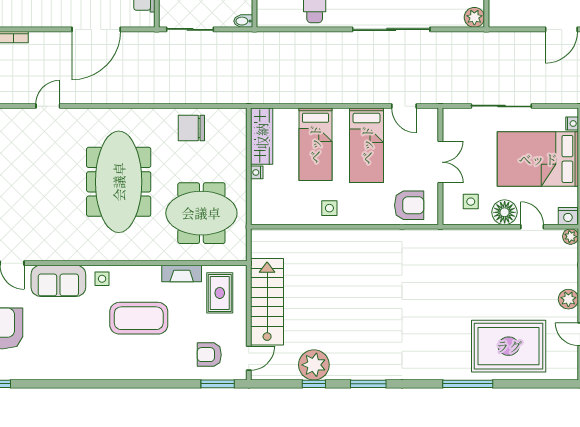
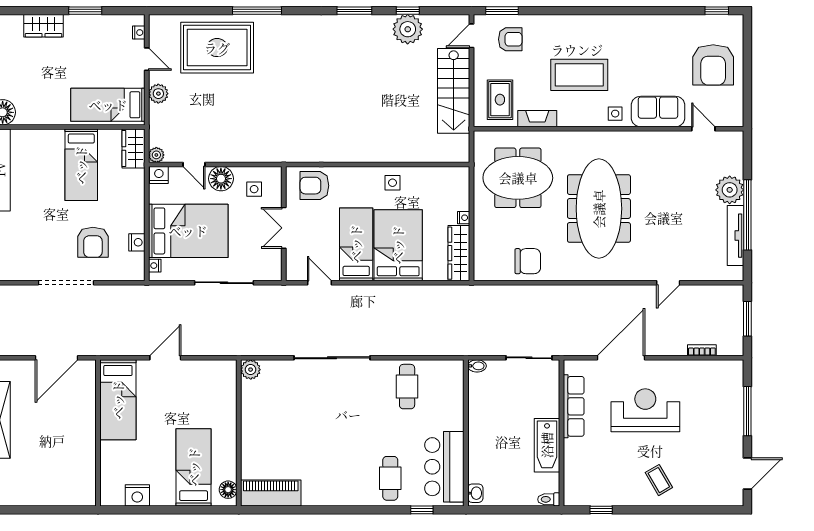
bed: (315, 144) -> (398, 245), width x1.50

